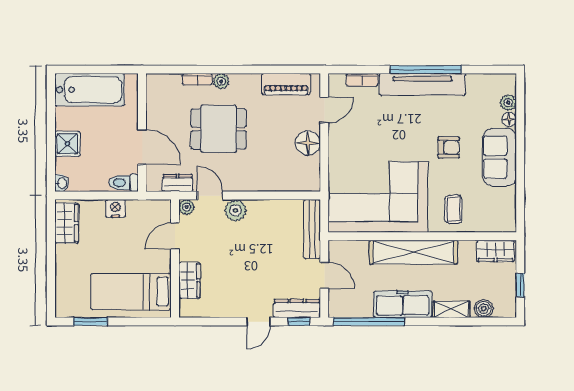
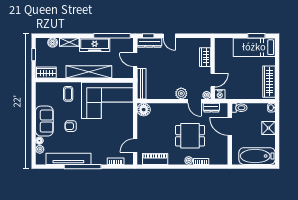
tv unit: (422, 84) -> (68, 159), moved
floor lamp: (308, 143) -> (144, 110), moved
nightstand: (115, 209) -> (220, 94), moved
wardrobe: (67, 223) -> (269, 82), width x1.50
bed: (131, 292) -> (254, 47), moved, turned 180
door: (259, 322) -> (169, 36), swing flipped

